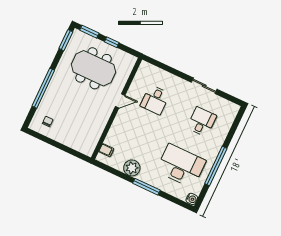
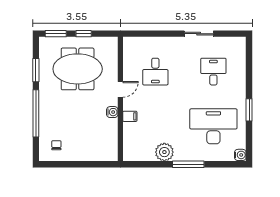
window: (66, 40) -> (36, 70), moved
water cooler: (105, 116) -> (112, 112), added
filing cabinet: (106, 150) -> (130, 116), moved
window: (216, 166) -> (249, 110), width x0.47

